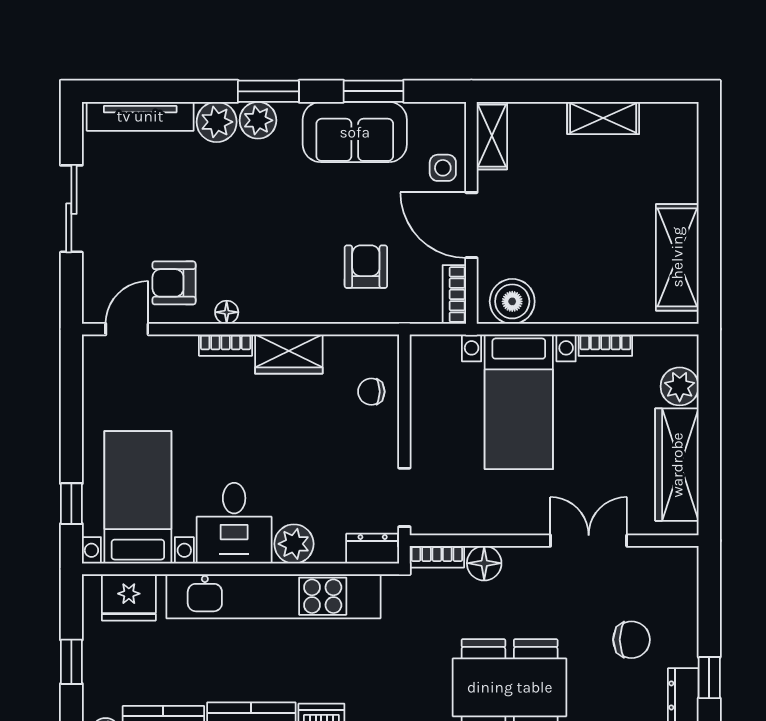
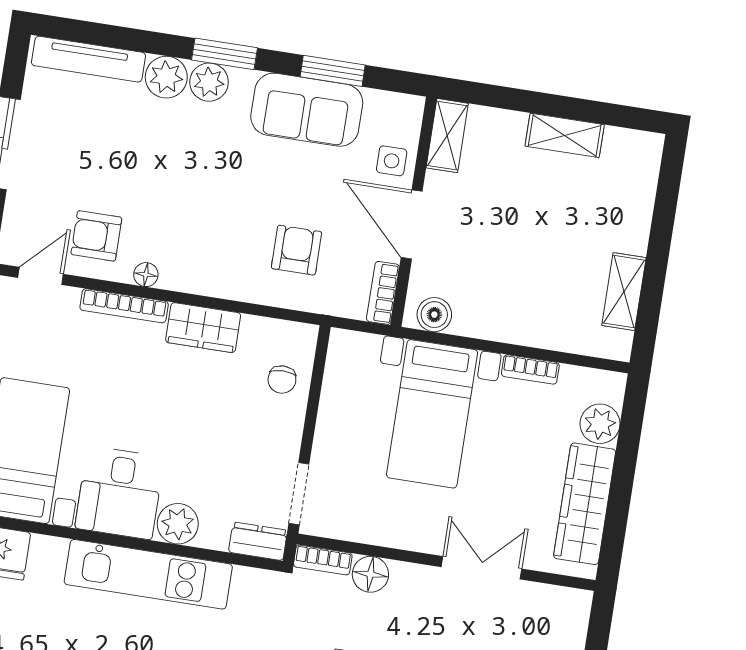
shelving: (677, 257) -> (624, 292), width x0.67, depth x0.75
boiler: (512, 301) -> (434, 315), width x0.73, depth x0.73
bookcase: (226, 345) -> (124, 306), width x1.56
chair: (371, 392) -> (282, 380), turned -90
kitchen unit: (273, 596) -> (148, 574), width x0.73

